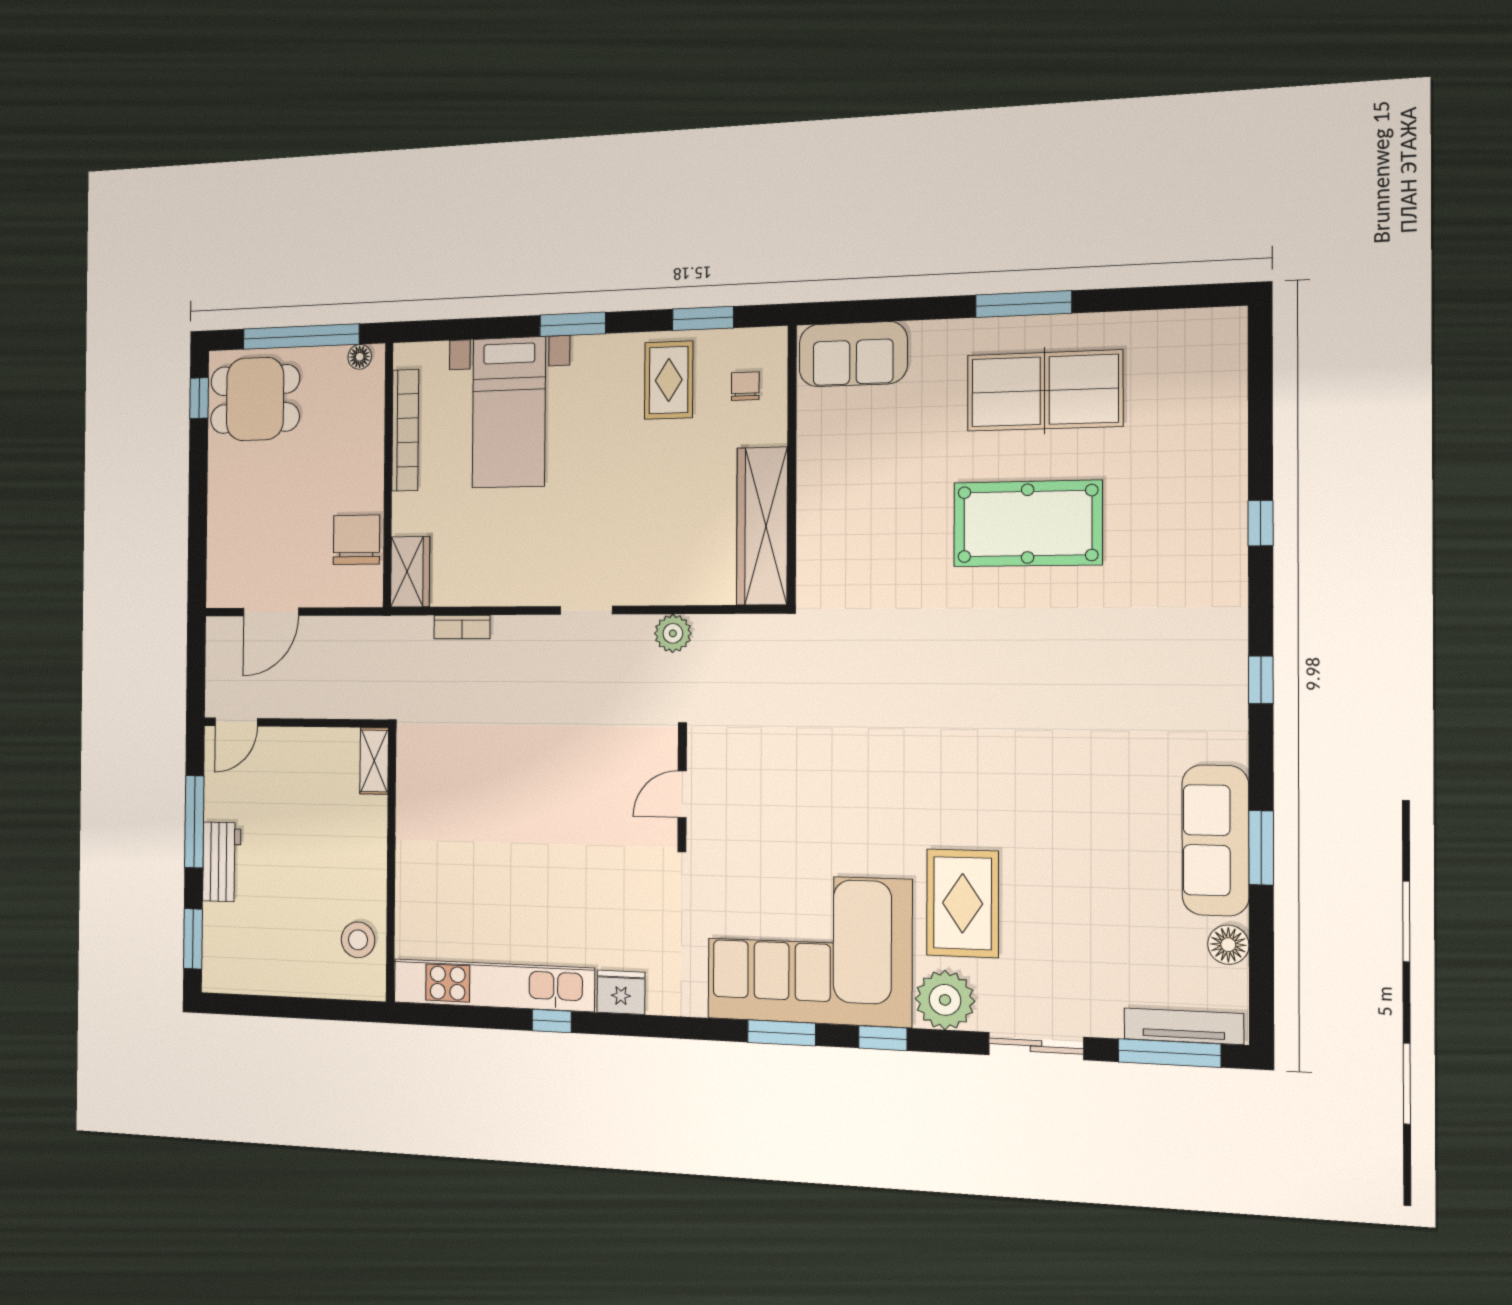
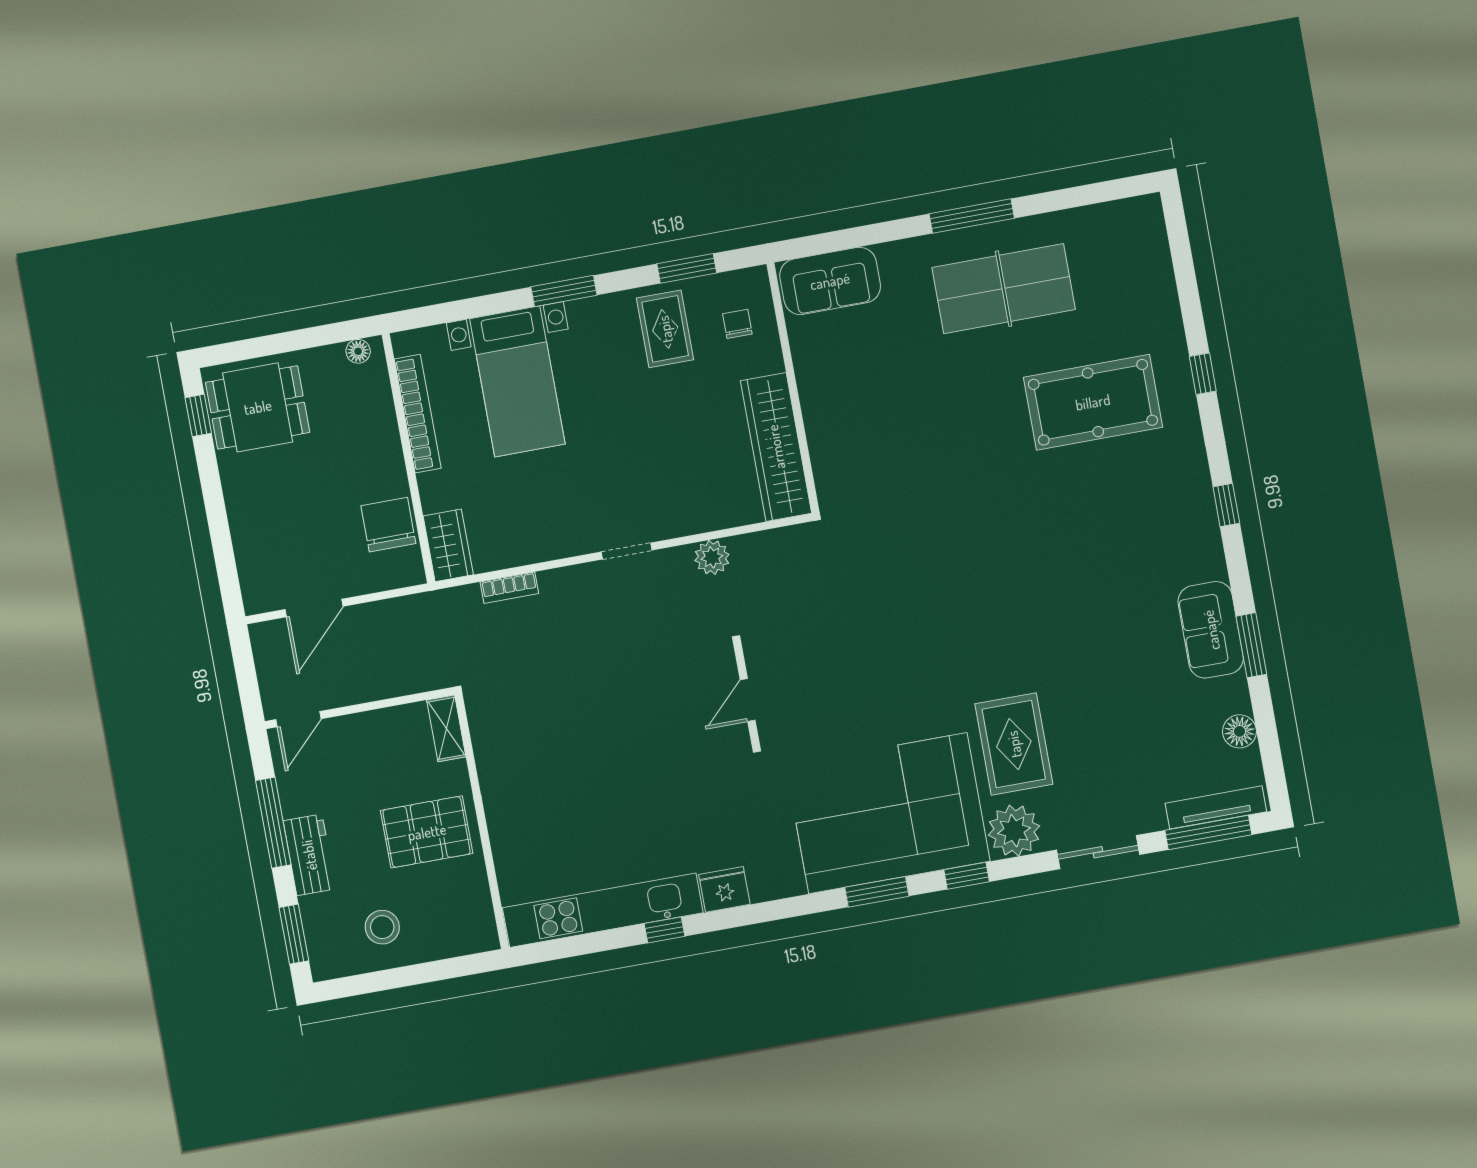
window: (301, 337) -> (294, 341), removed
pool table: (1028, 524) -> (1093, 402), moved
sofa: (1215, 840) -> (1211, 630), width x0.73
pallet: (336, 864) -> (427, 832), added
stool: (358, 940) -> (382, 927), moved

